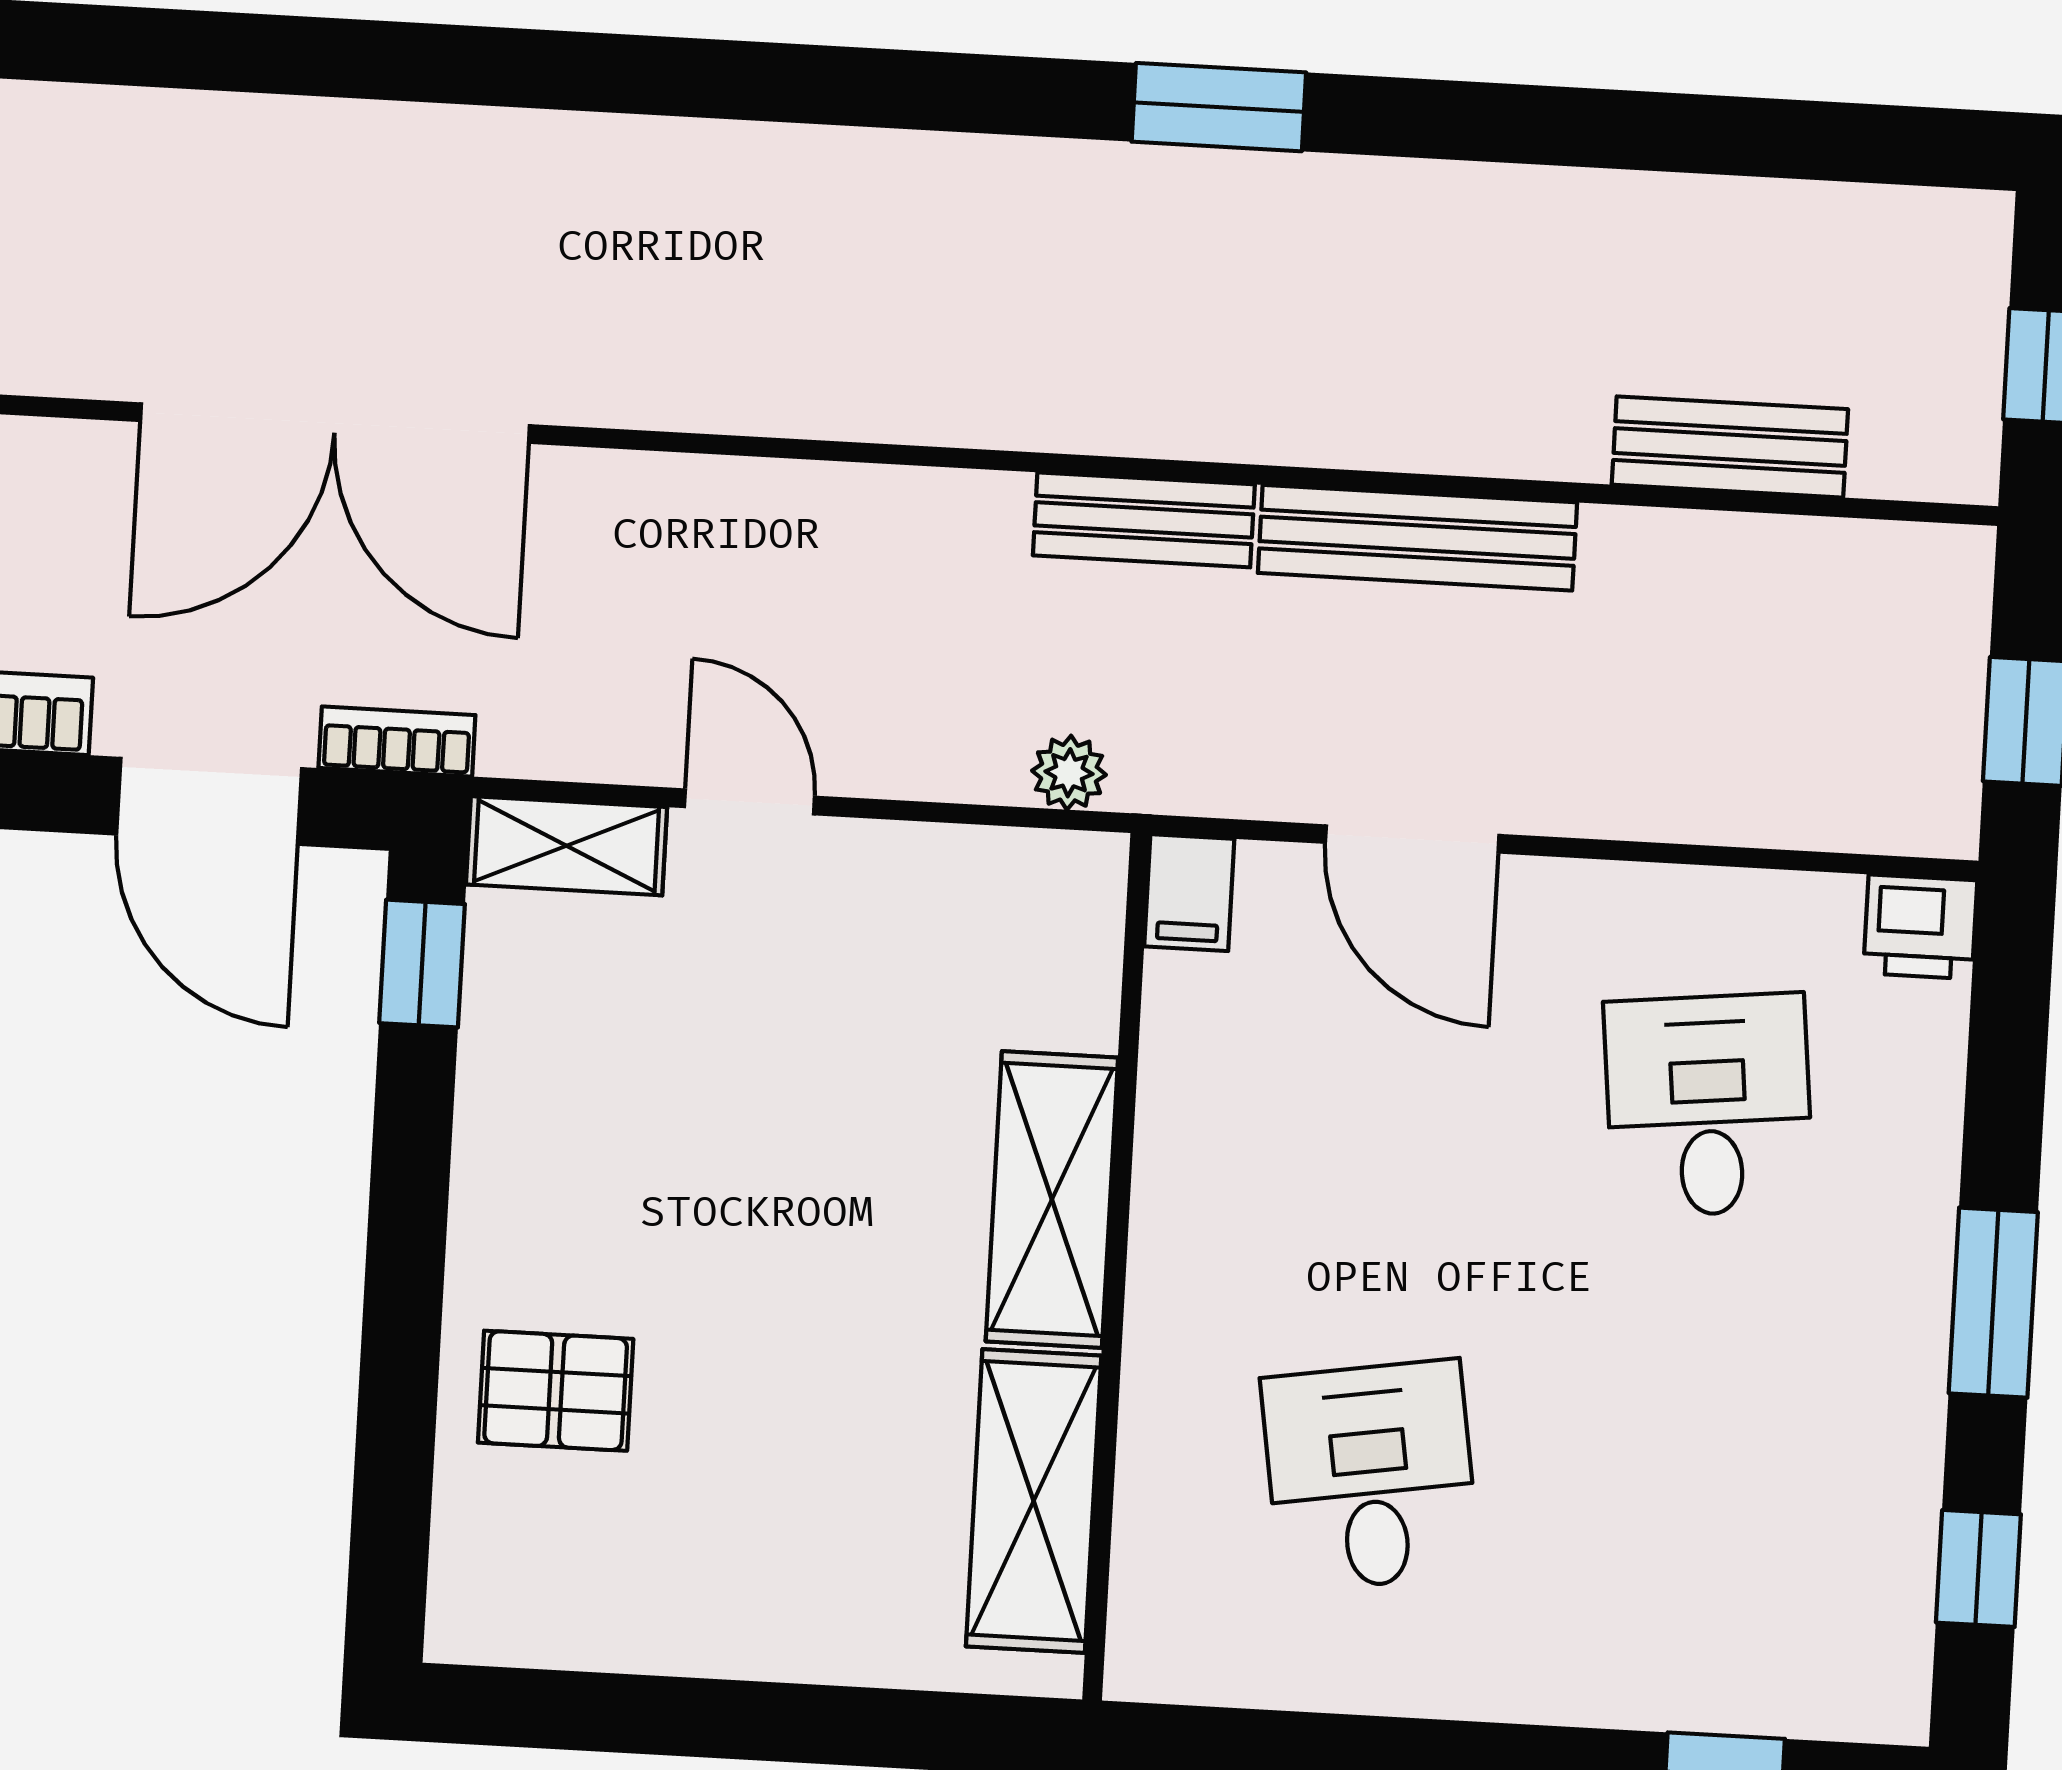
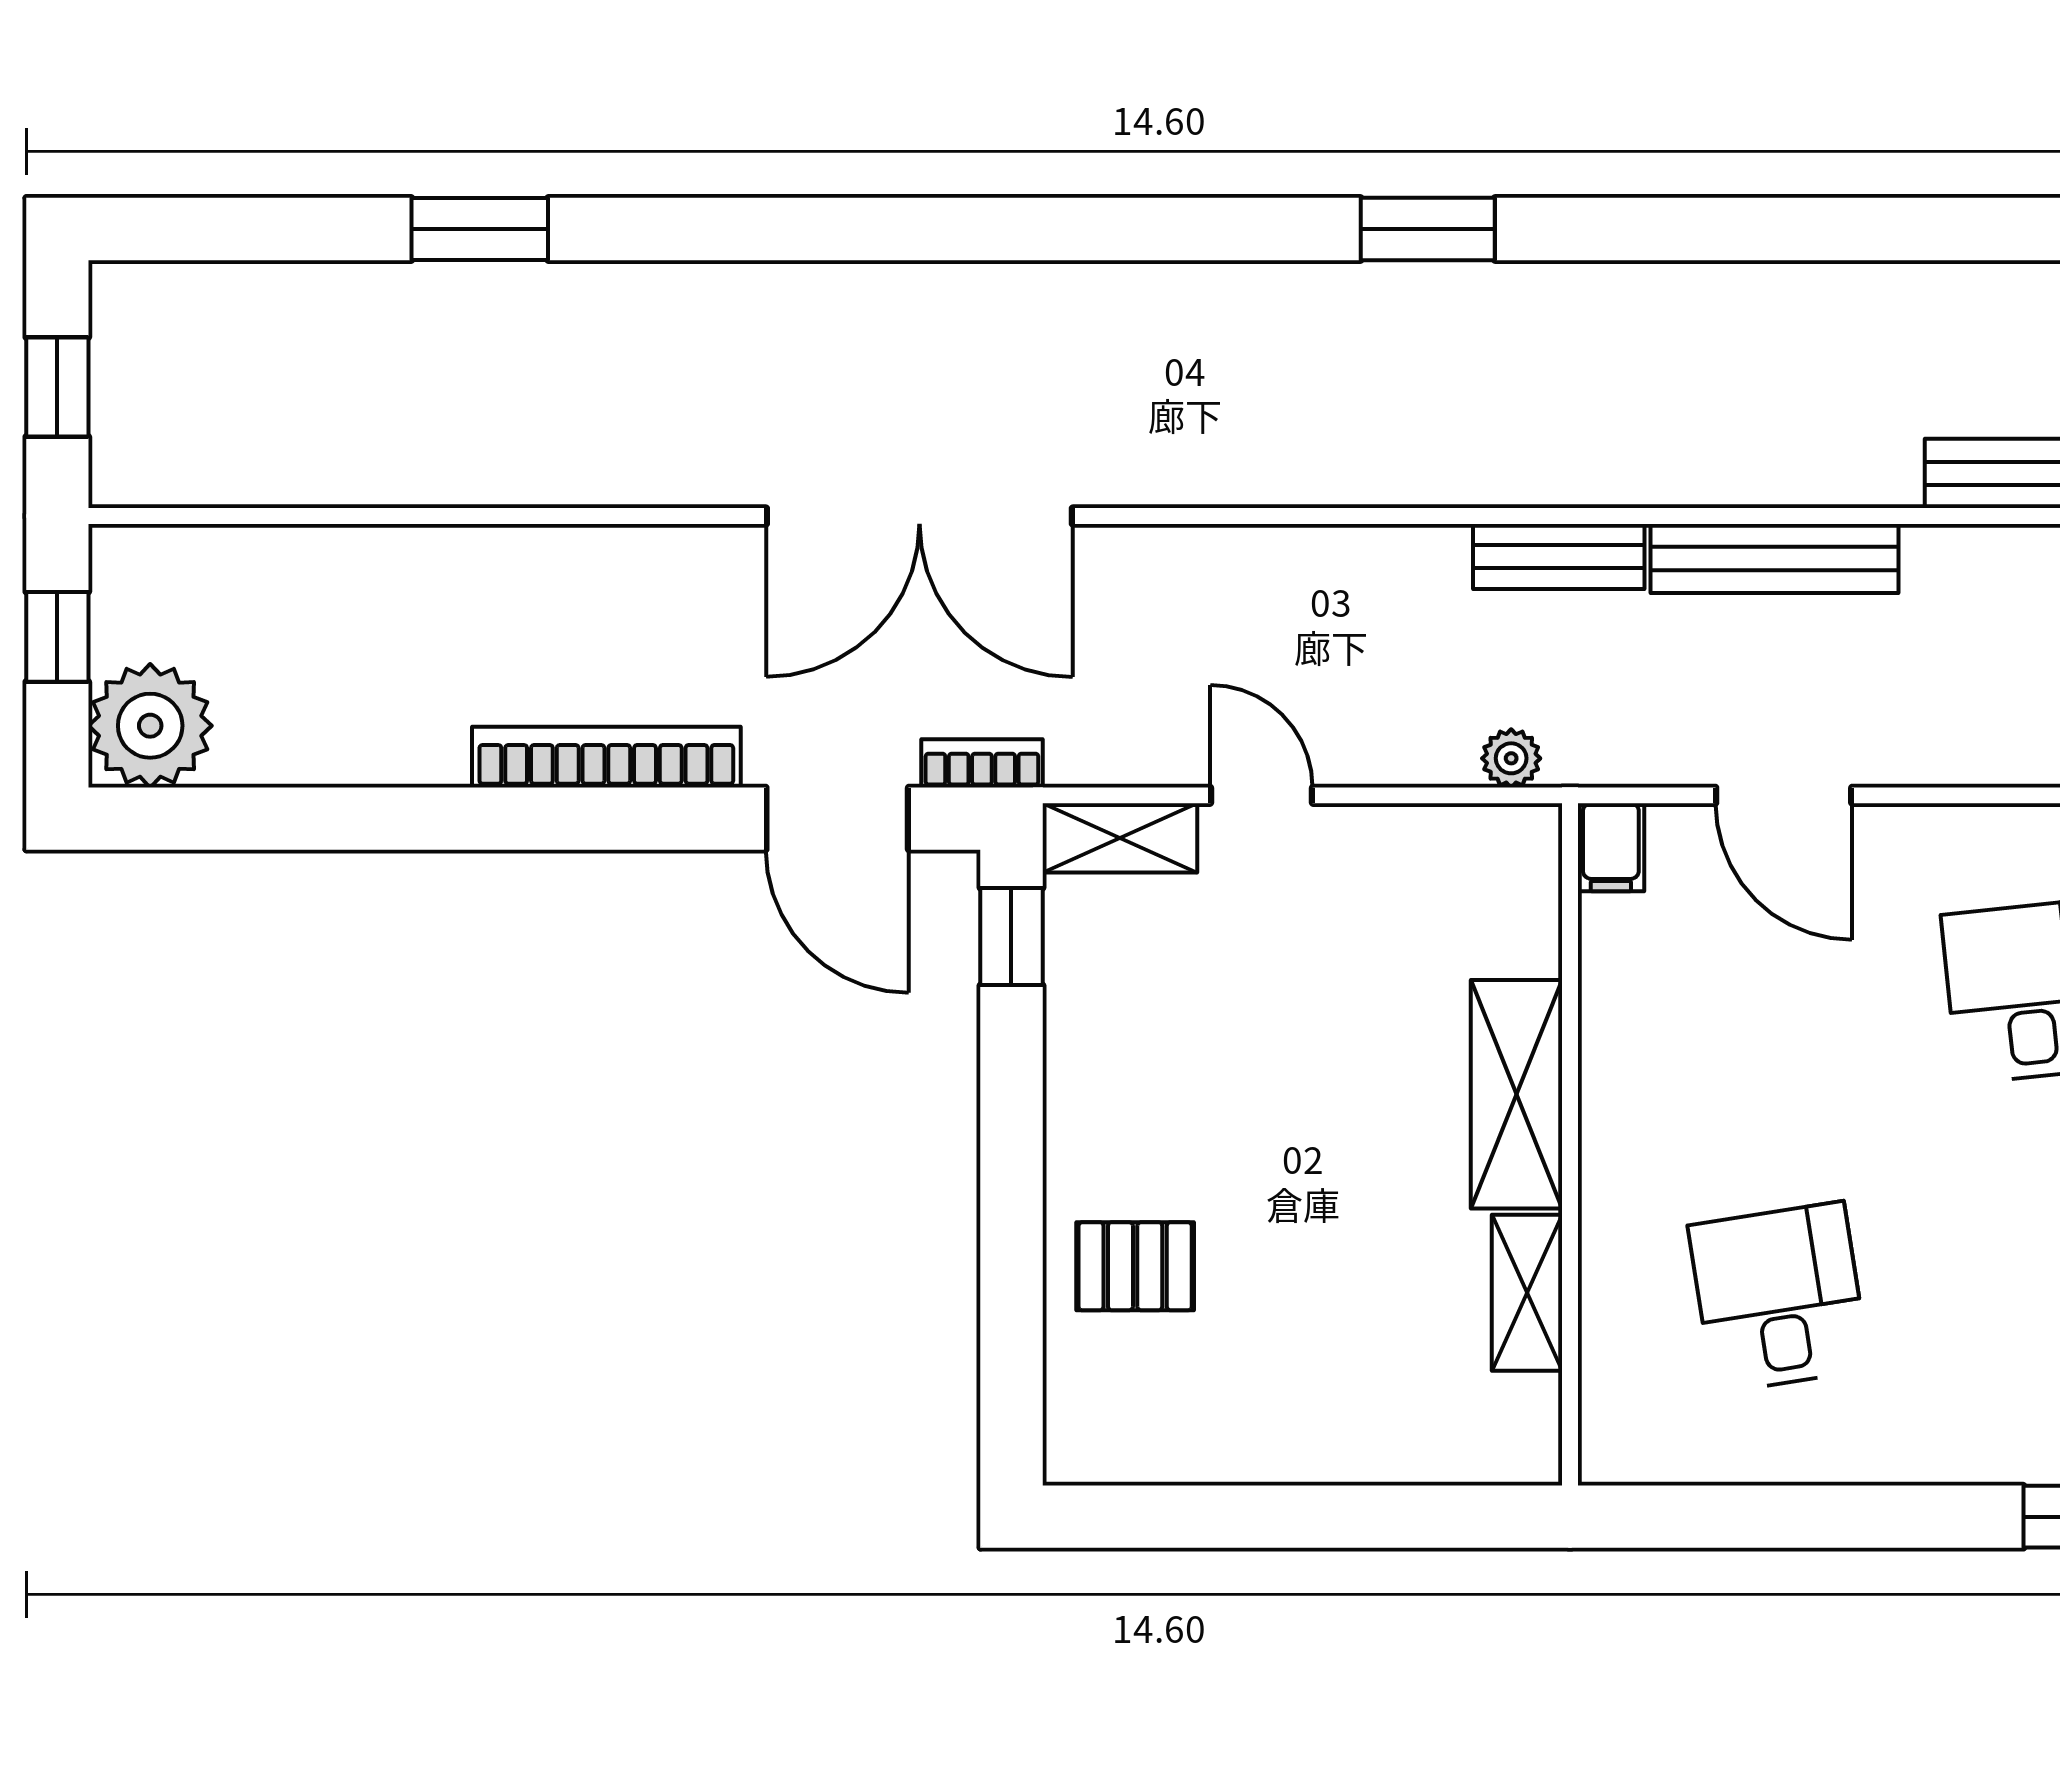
window: (1219, 107) -> (1428, 229), moved
shelving: (1034, 1501) -> (1527, 1293), width x0.67, depth x0.75

